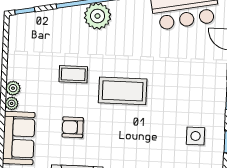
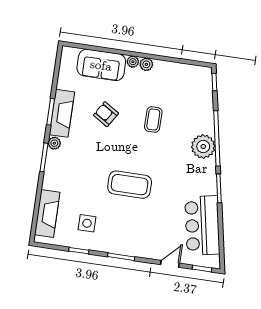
coffee table: (123, 91) -> (130, 185), moved, turned 90
armchair: (73, 127) -> (106, 114), turned -58

